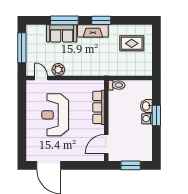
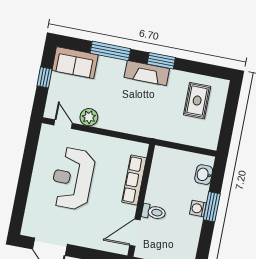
sofa: (62, 33) -> (75, 63), moved
rug: (132, 43) -> (197, 101), turned 90
window: (22, 48) -> (45, 77), width x0.46
toilet: (117, 85) -> (154, 212), moved
washbasin: (146, 106) -> (204, 175), moved

